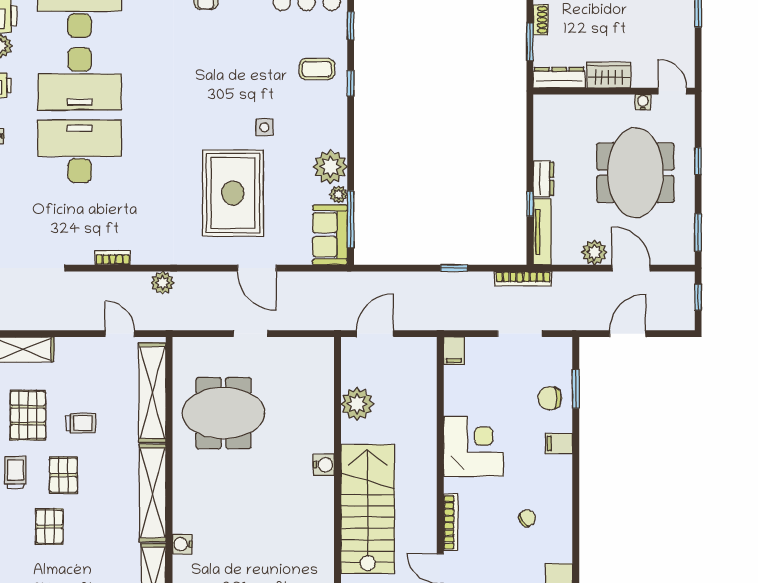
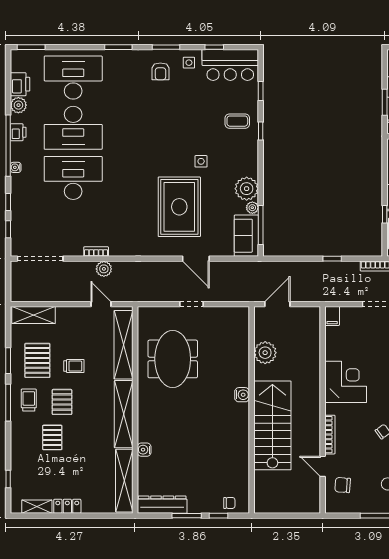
plant: (163, 283) -> (104, 269), moved
meeting table: (223, 413) -> (173, 359), turned 90

